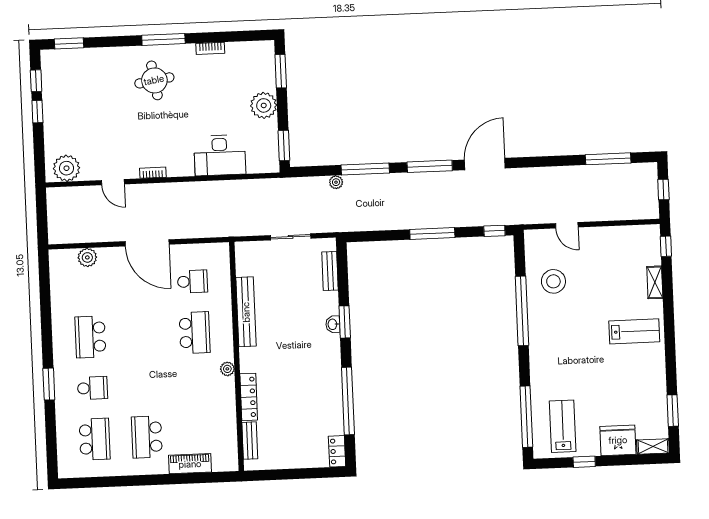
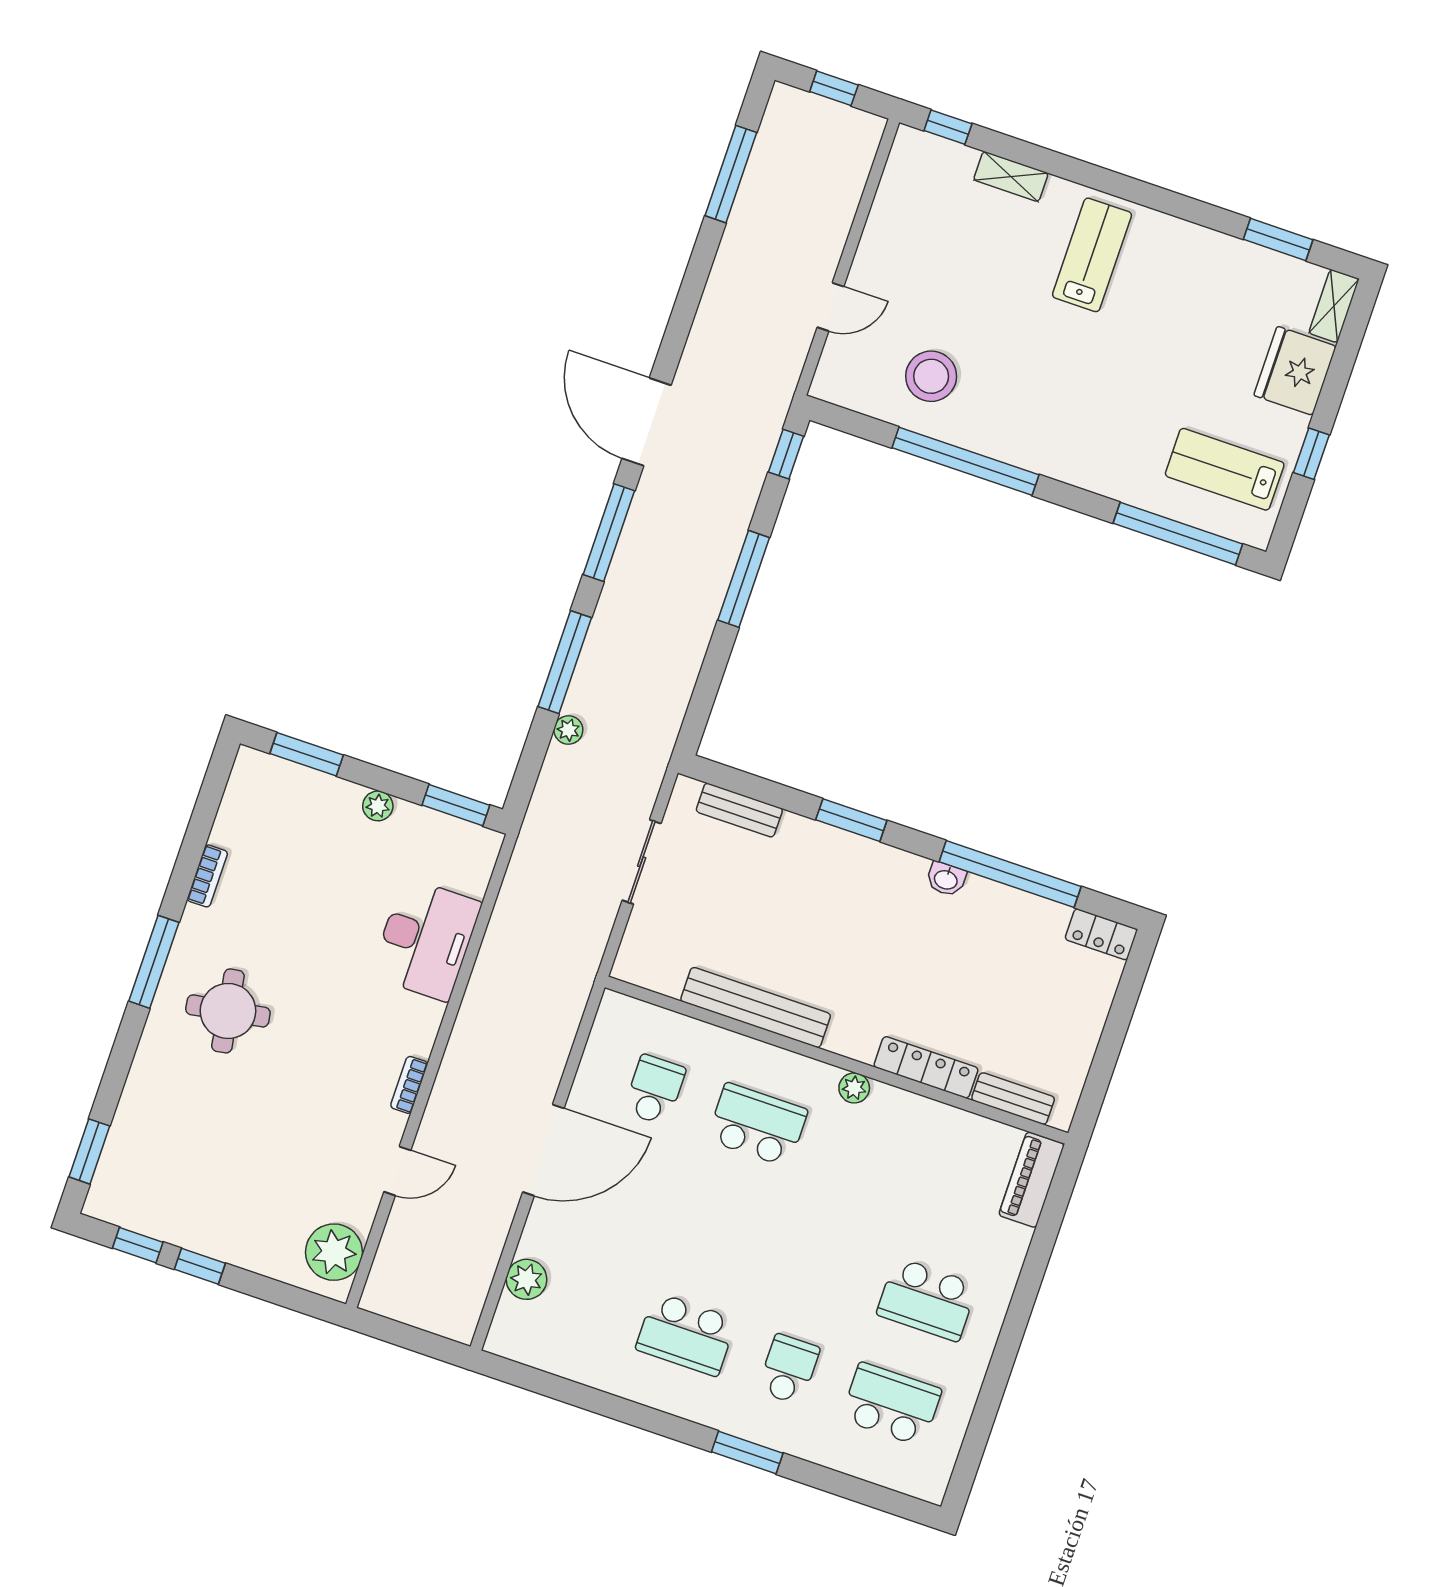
plant: (264, 105) -> (378, 806), width x0.53, depth x0.53
washbasin: (333, 324) -> (946, 879), moved
piano: (190, 464) -> (1032, 1180), moved

